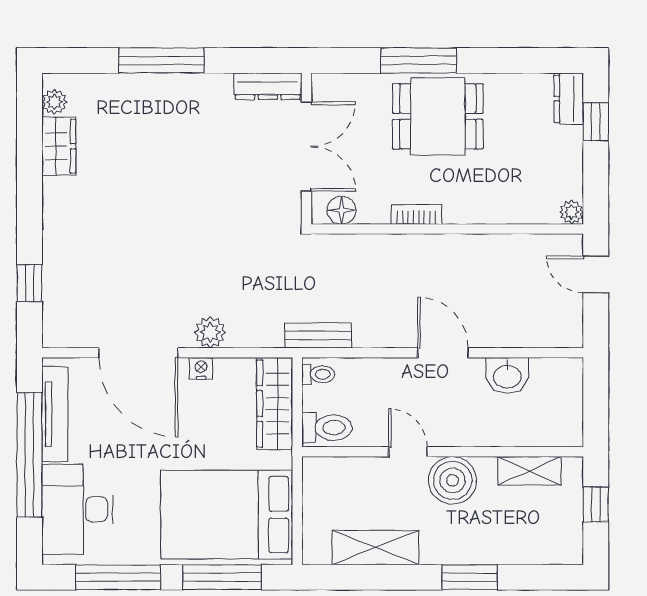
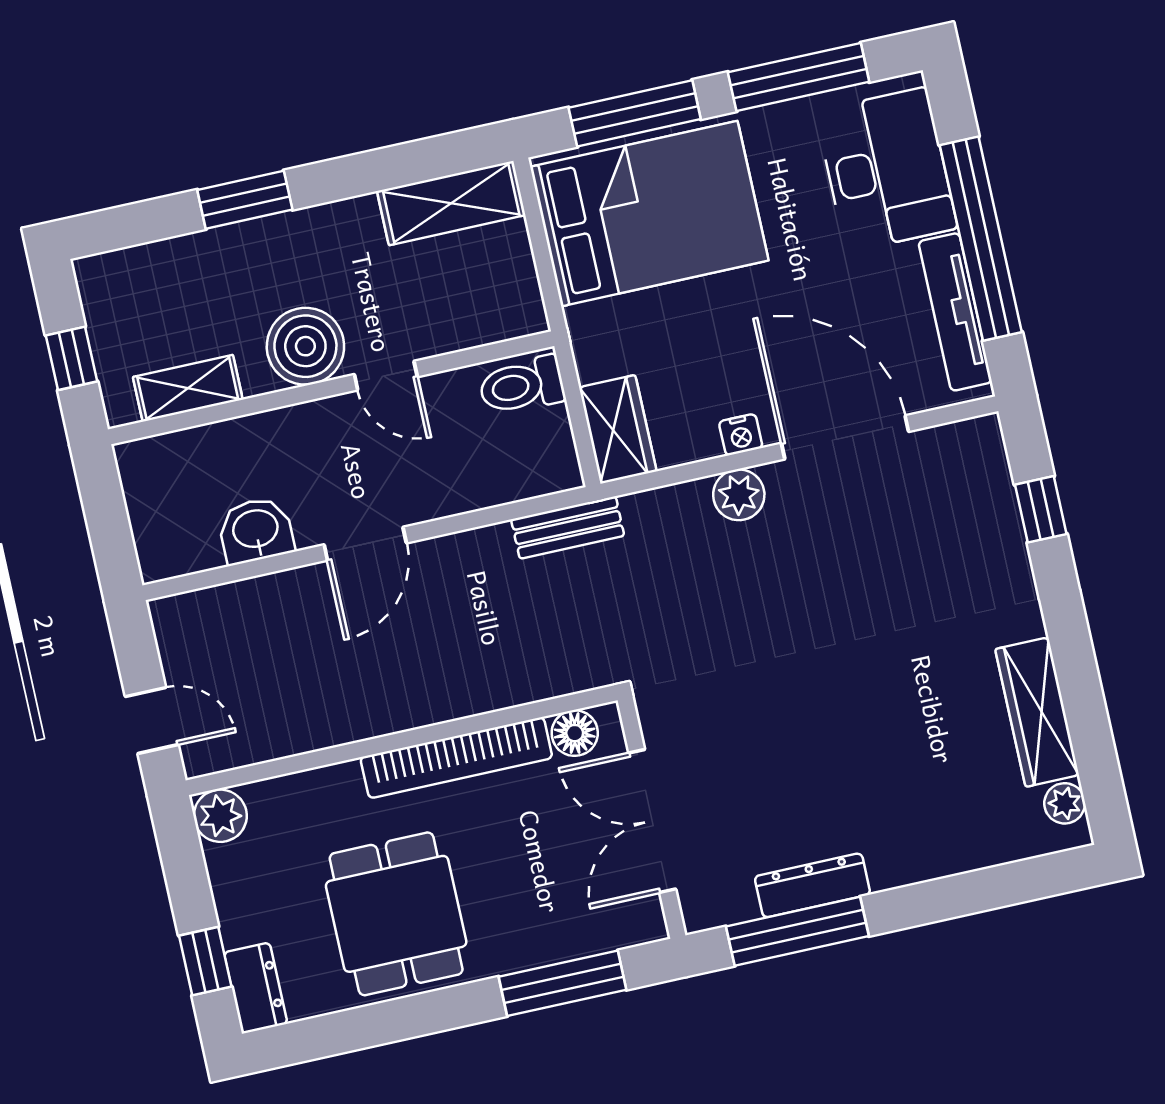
window: (161, 60) -> (797, 931), moved
window: (419, 60) -> (562, 983), moved
dresser: (268, 86) -> (812, 885), moved
dining table: (438, 116) -> (396, 914), moved, turned 90
wardrobe: (59, 146) -> (1037, 712), width x1.50
plant: (572, 212) -> (220, 816), width x1.38, depth x1.38
bookcase: (416, 214) -> (456, 758), width x2.31, depth x1.31
door: (443, 353) -> (365, 544), hinge flipped
toilet: (318, 374) -> (554, 467), removed
wardrobe: (275, 404) -> (618, 429), width x0.67
shelving: (375, 547) -> (451, 203), moved

